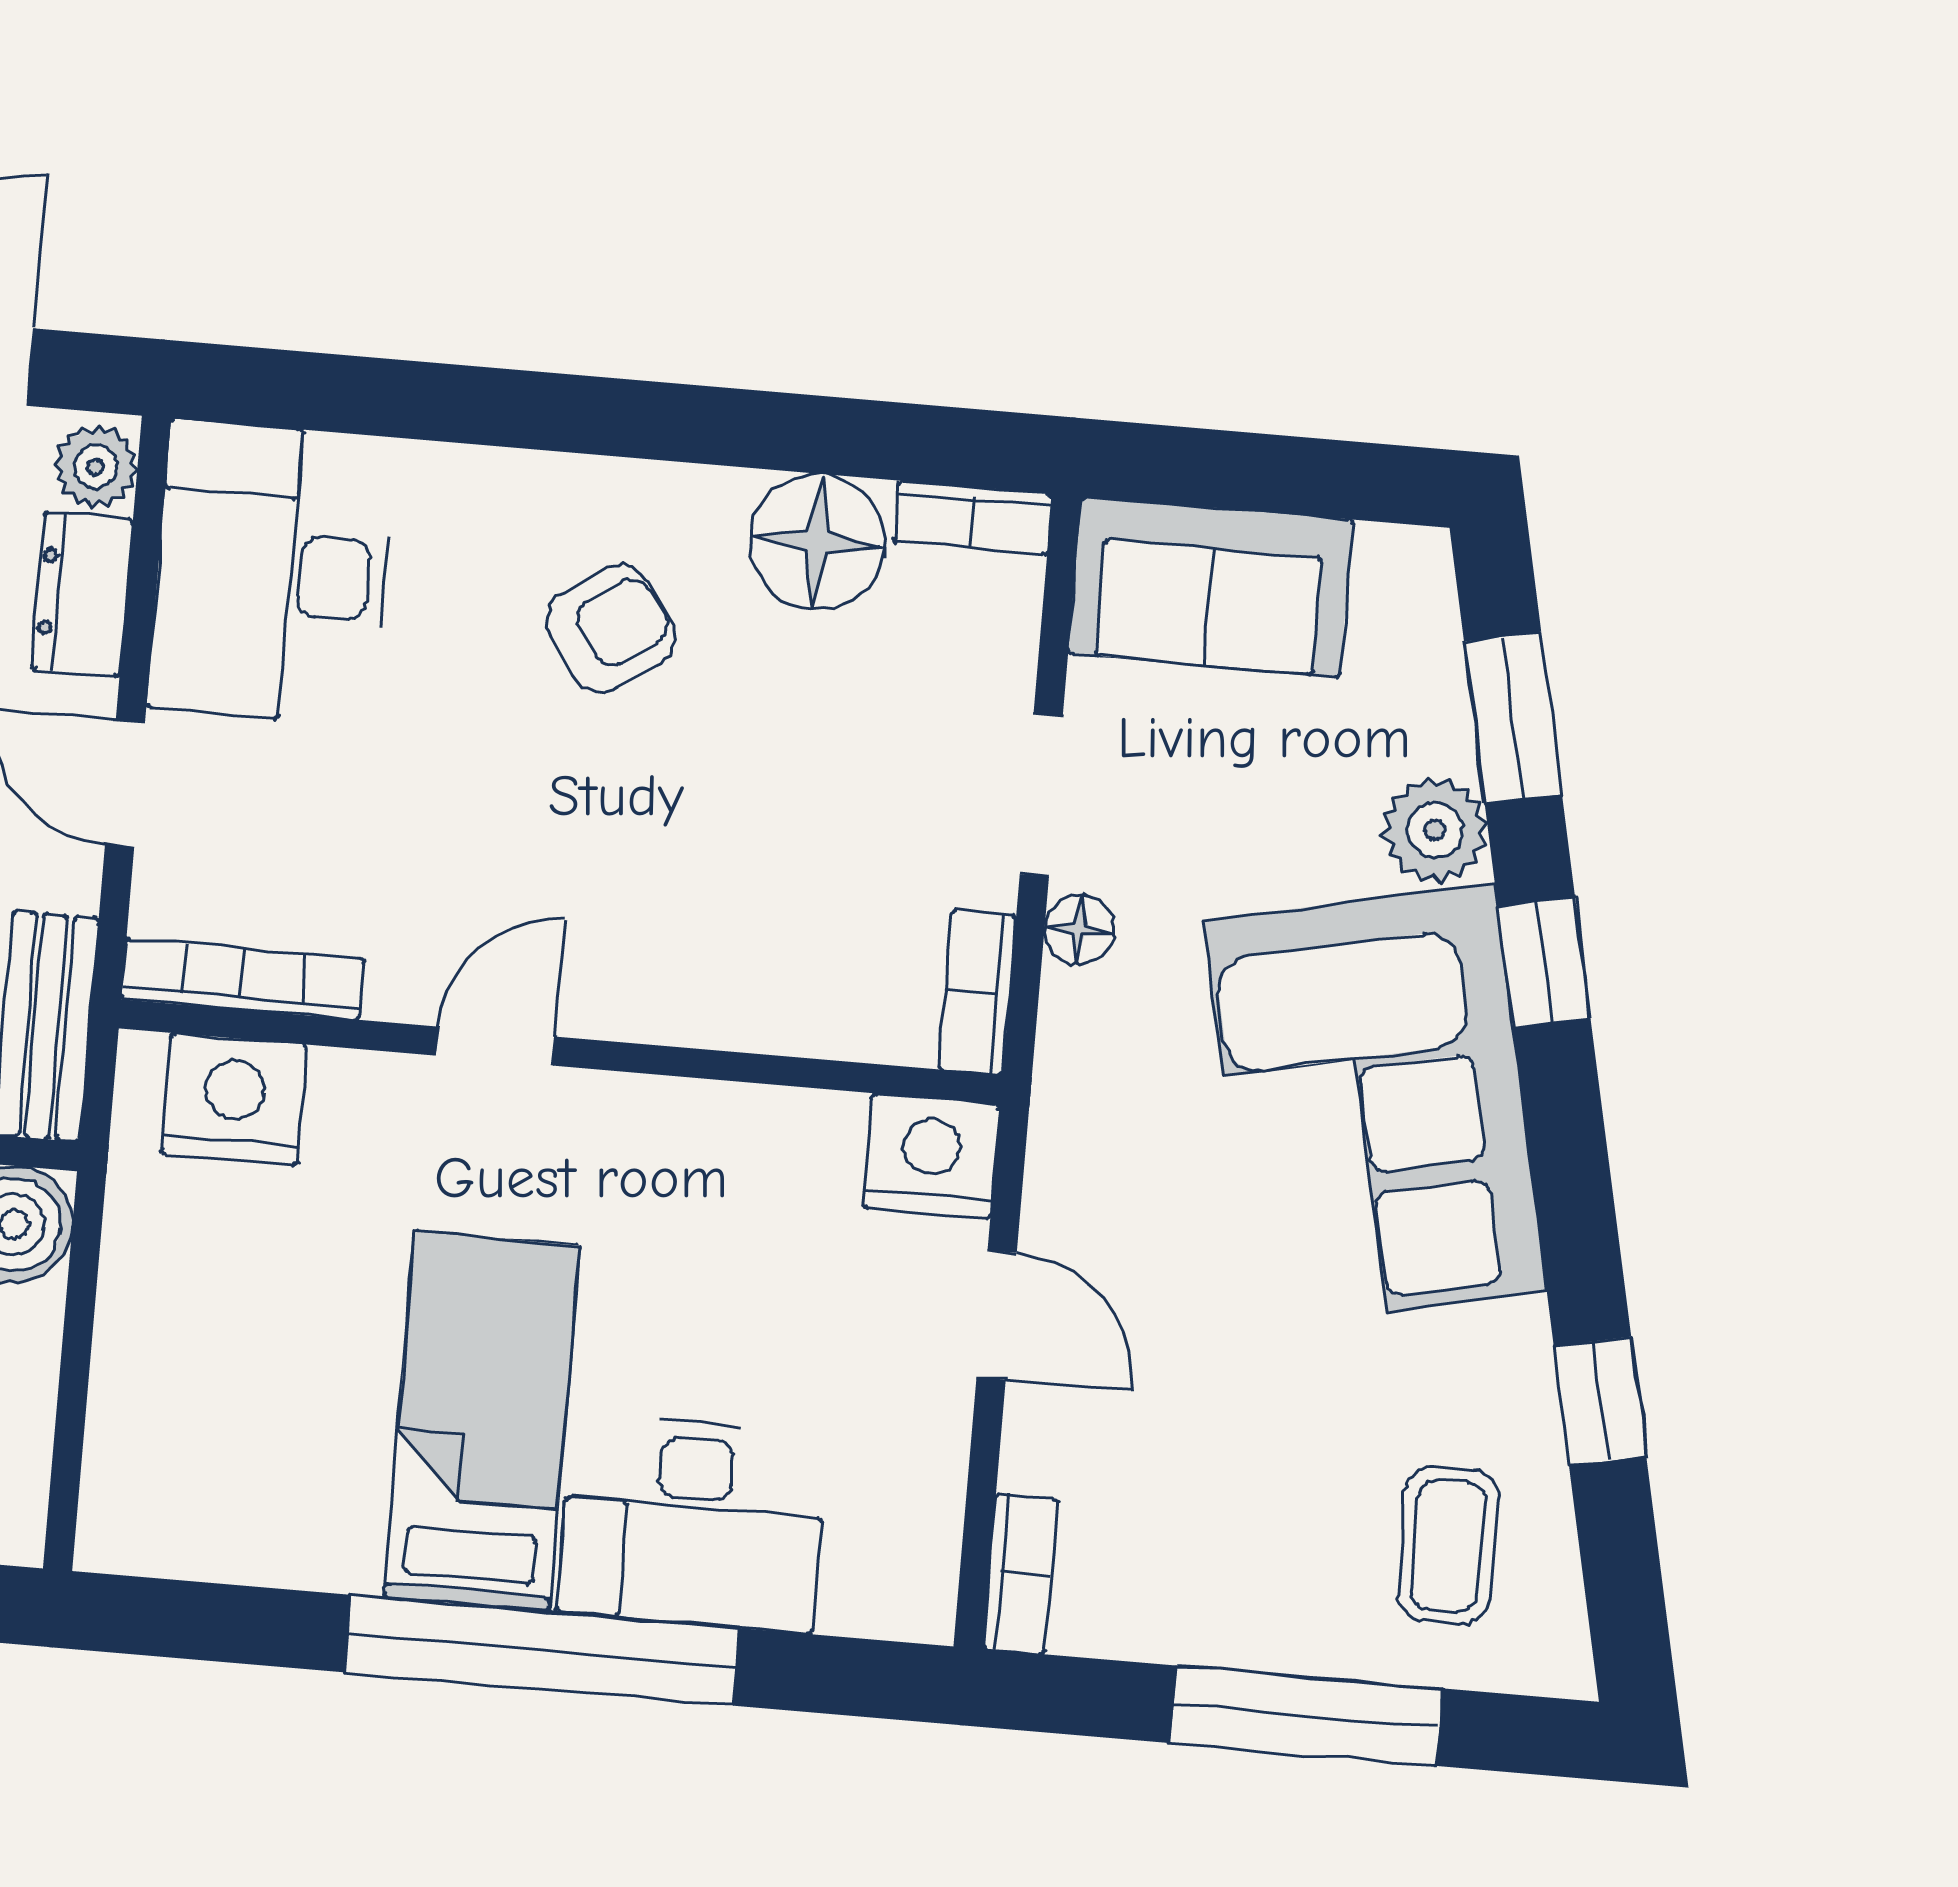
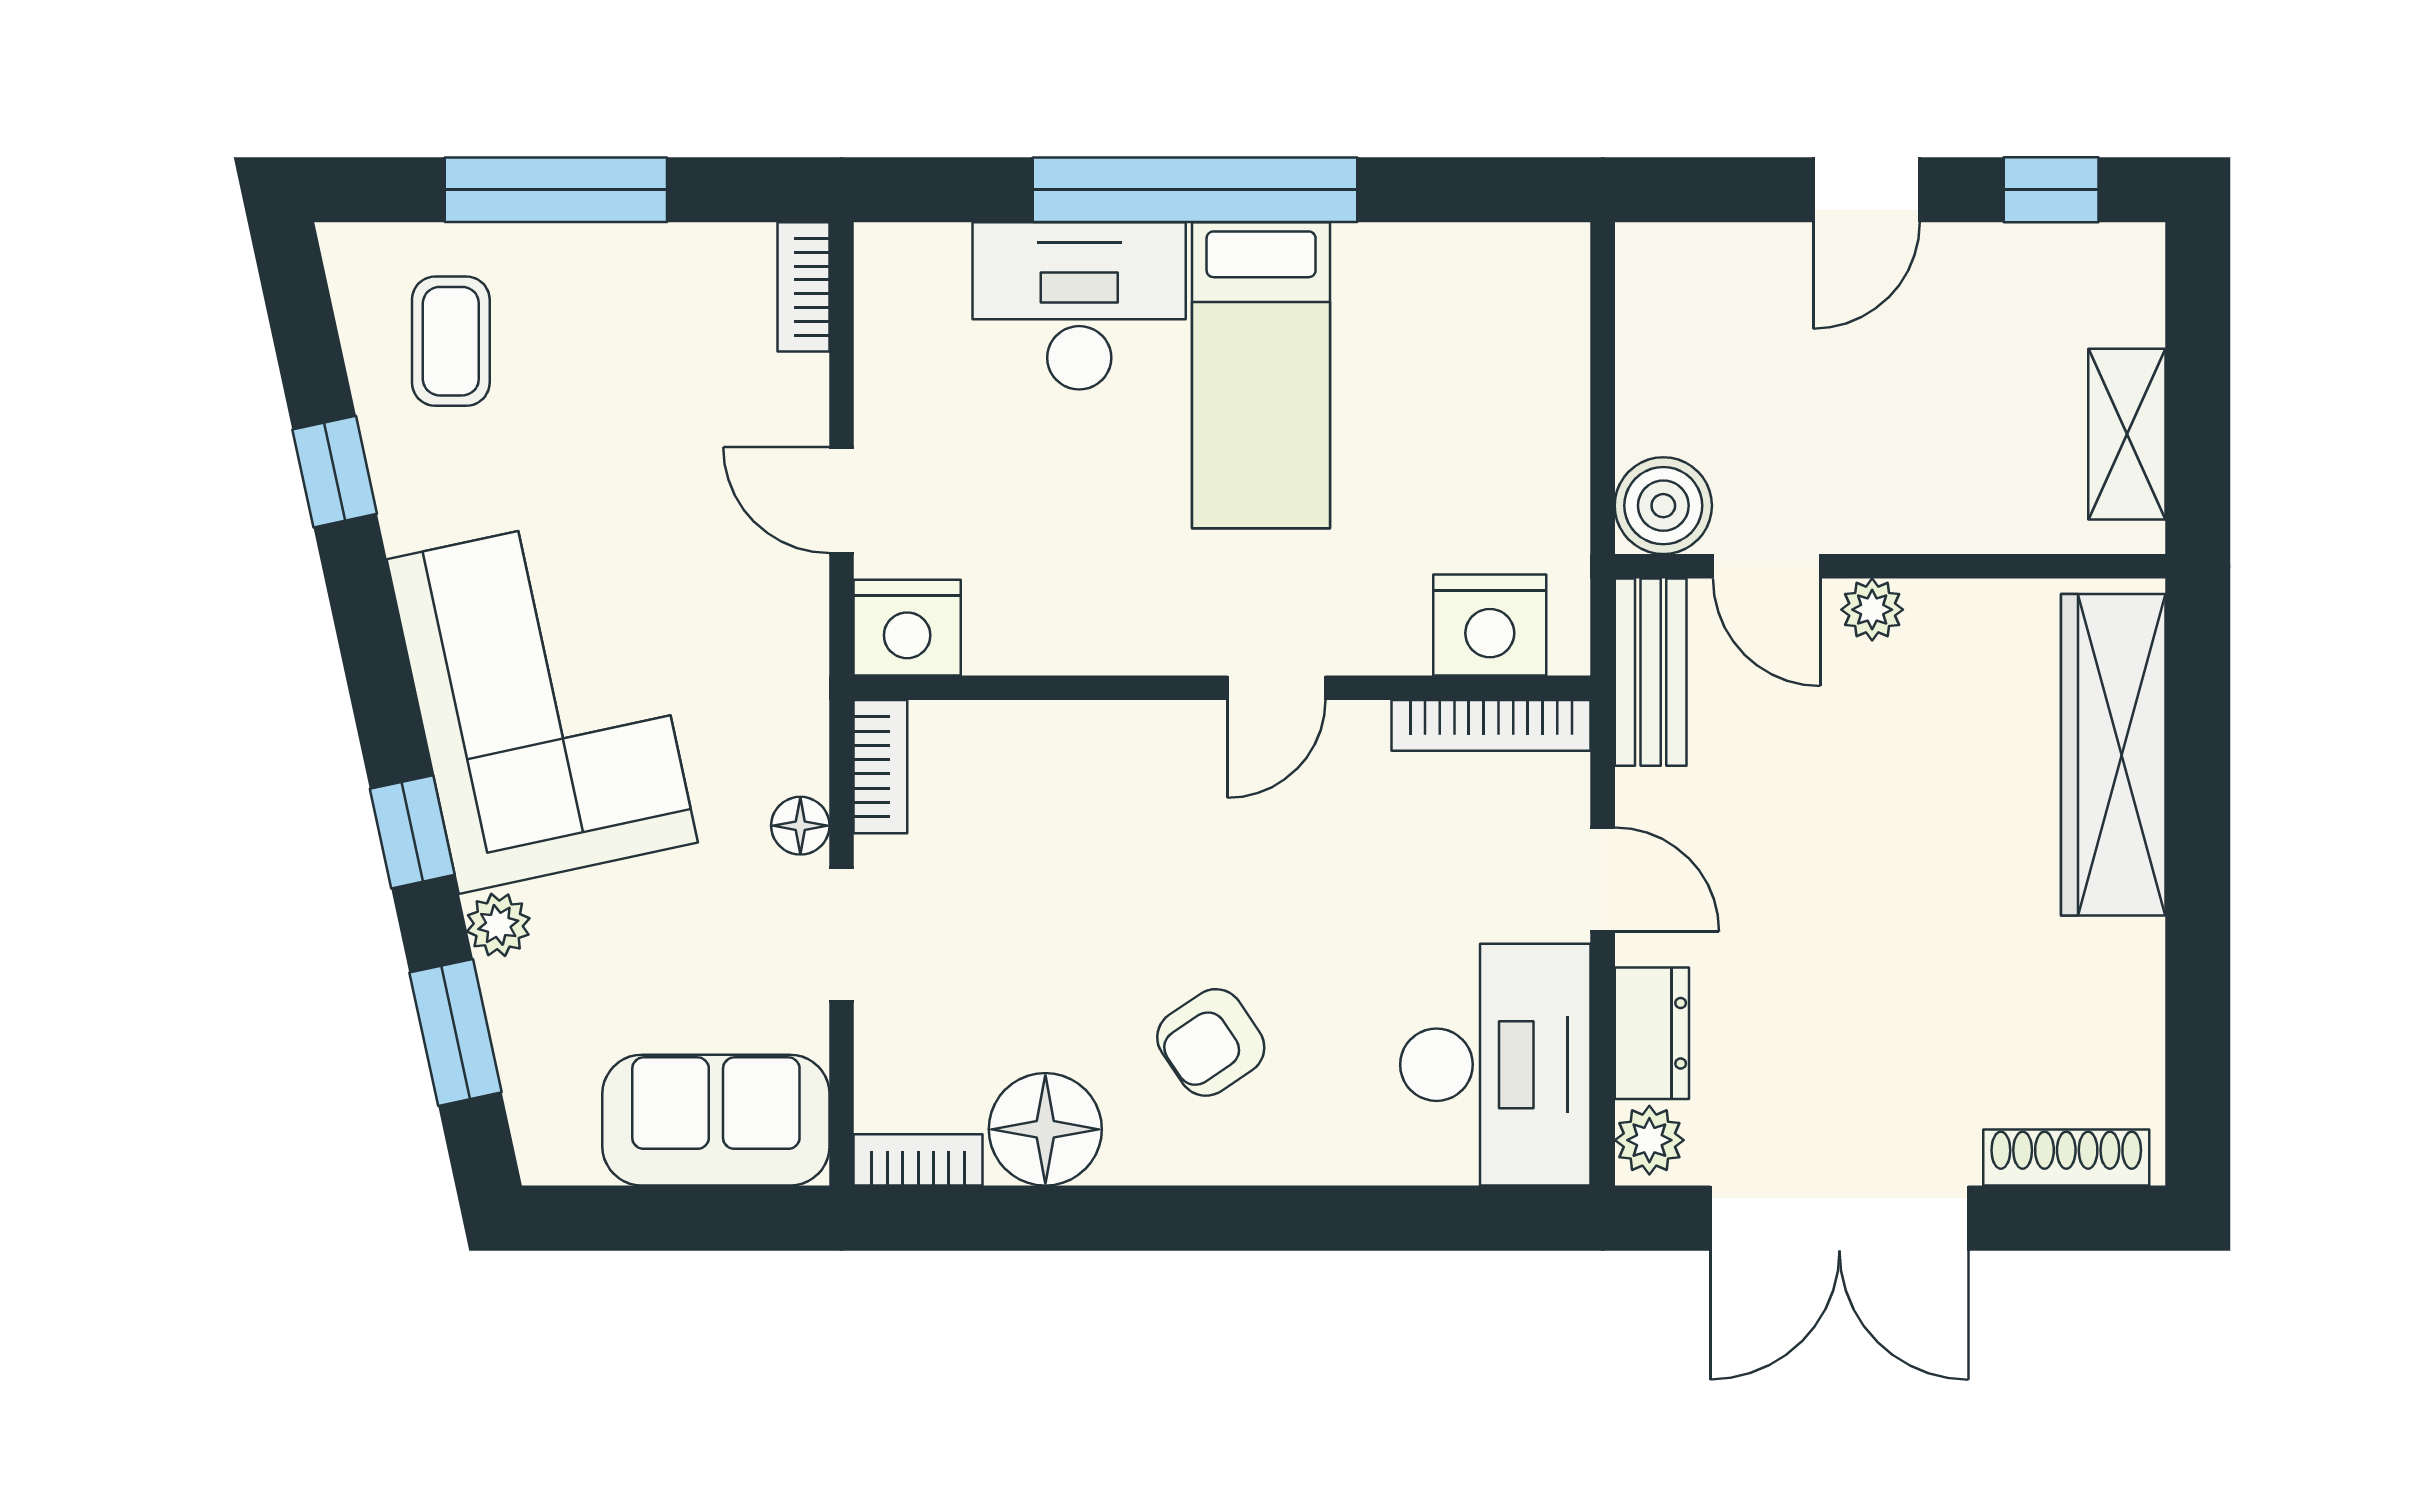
plant: (1435, 830) -> (498, 925), width x0.73, depth x0.73

